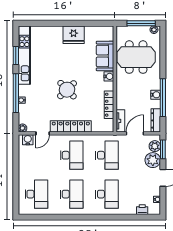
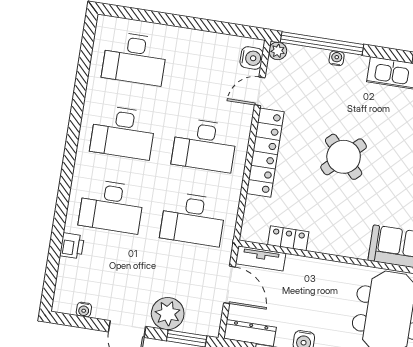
water cooler: (109, 76) -> (358, 249), removed
window: (16, 93) -> (322, 43), moved
locker: (109, 105) -> (288, 238), width x0.66
door: (43, 133) -> (260, 91), hinge flipped
plant: (155, 146) -> (196, 322), removed
printer: (142, 210) -> (72, 246), moved

